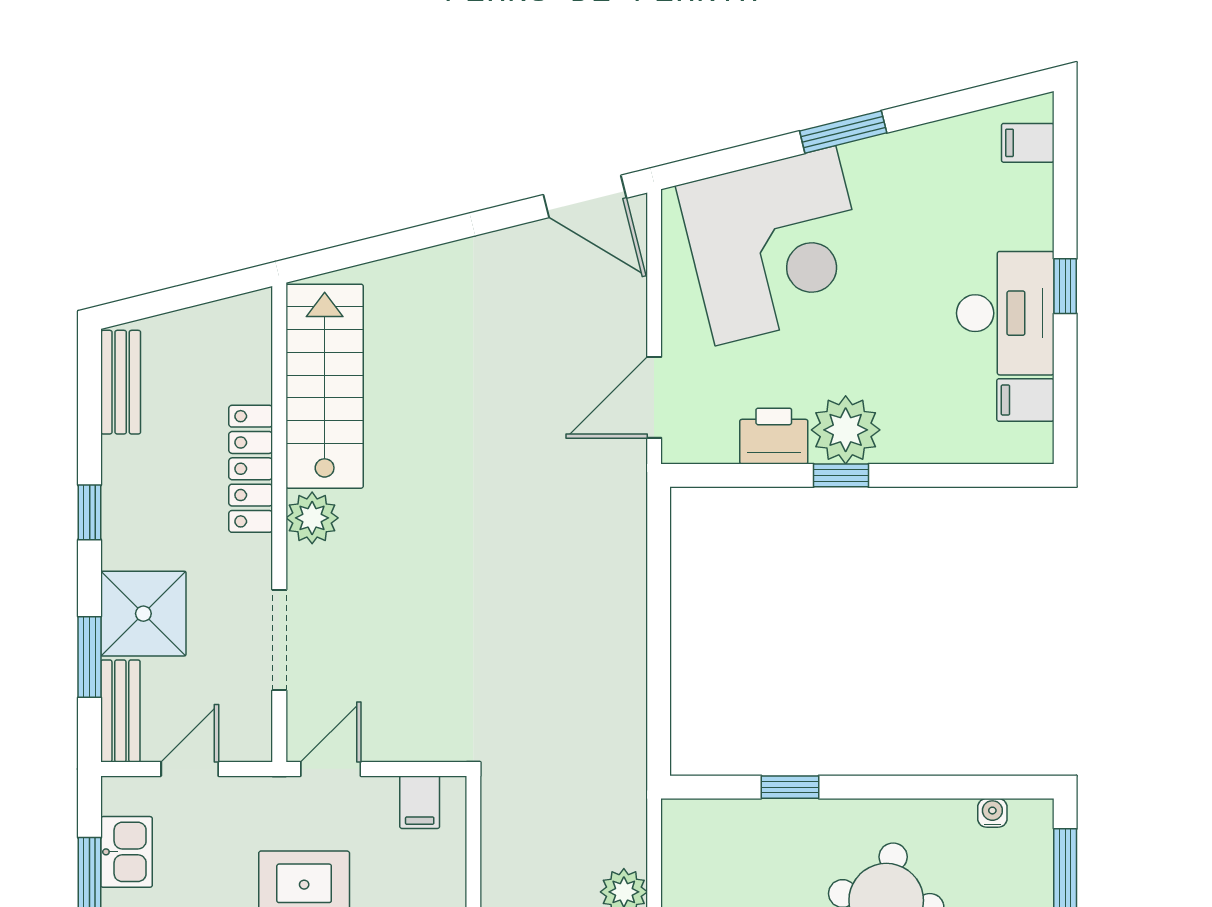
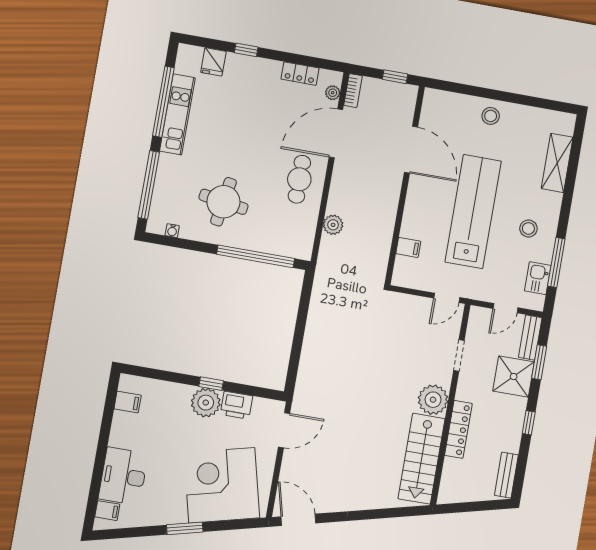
window: (1065, 286) -> (102, 447), removed
desk: (1005, 313) -> (123, 476), moved
plant: (312, 518) -> (433, 400), width x1.36, depth x1.36
doorway: (279, 640) -> (459, 356), width x0.73
window: (790, 787) -> (256, 256), width x3.17
filing cabinet: (420, 802) -> (408, 247), moved, turned 90

